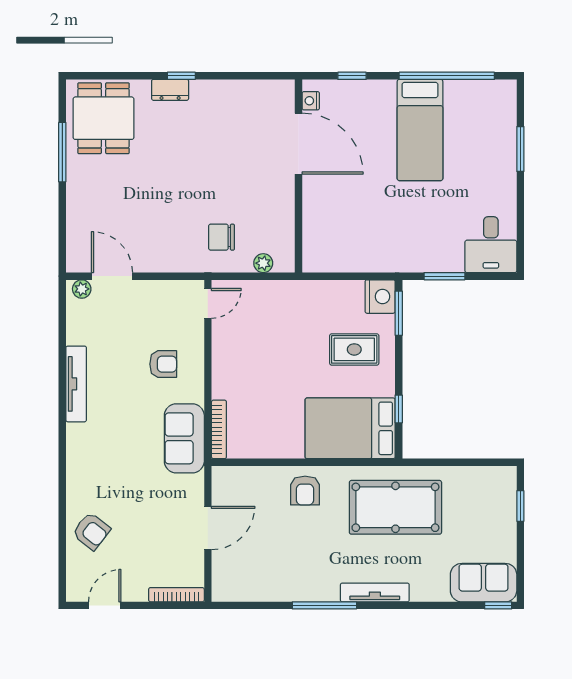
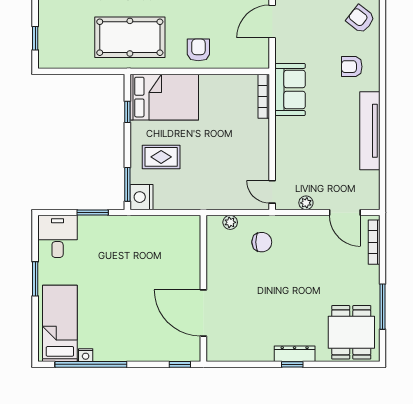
window: (352, 76) -> (180, 364), moved
dresser: (170, 90) -> (295, 354), width x1.44
nightstand: (311, 101) -> (86, 355), moved, turned 90
bed: (420, 130) -> (60, 323), moved
window: (520, 149) -> (35, 279), moved
bookcase: (73, 237) -> (374, 242), added
plant: (82, 289) -> (306, 203), moved
door: (208, 303) -> (272, 192), hinge flipped
armchair: (163, 364) -> (352, 67), moved
tv unit: (76, 384) -> (370, 131), width x1.36, depth x1.29

